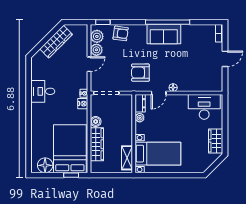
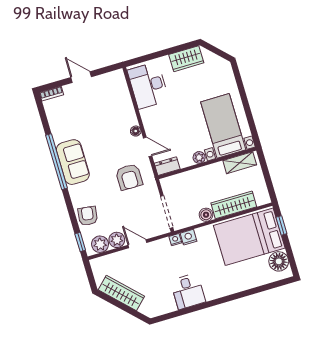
plant: (140, 118) -> (199, 157), moved

